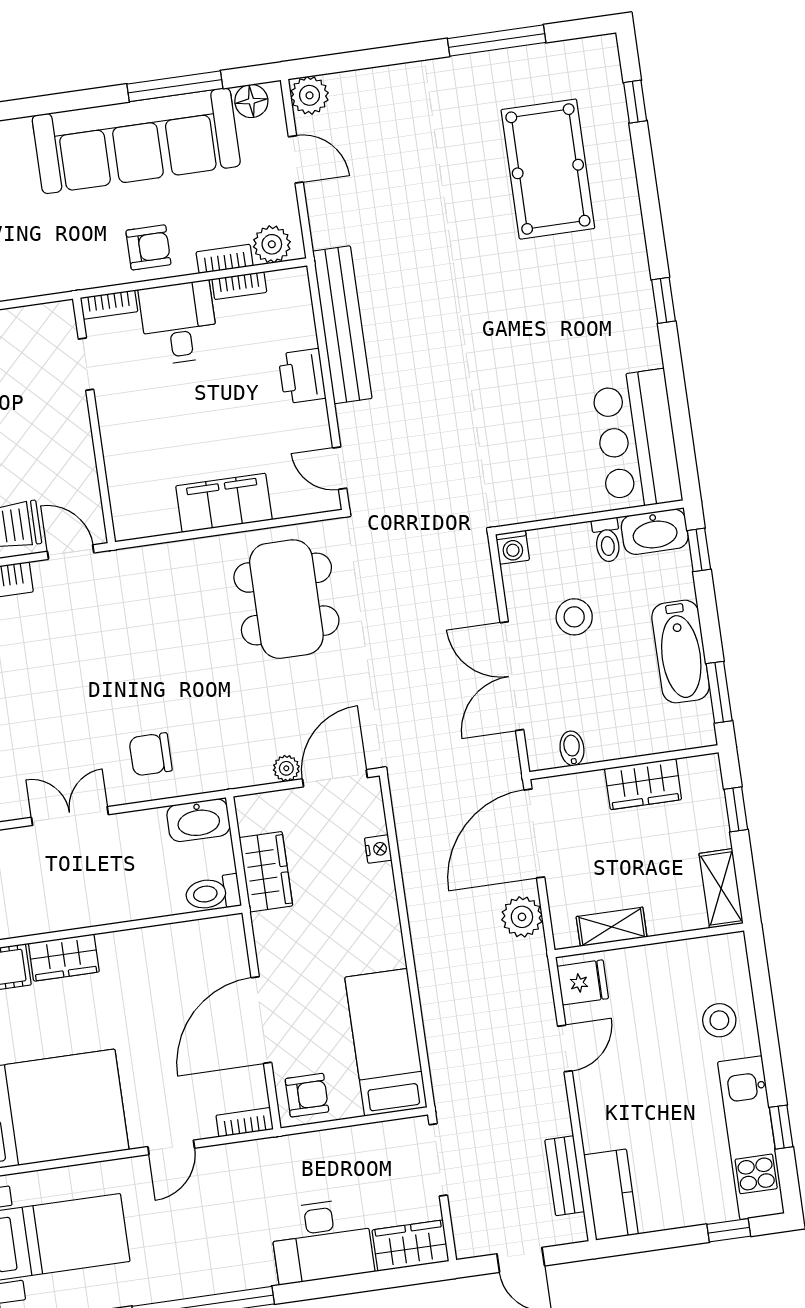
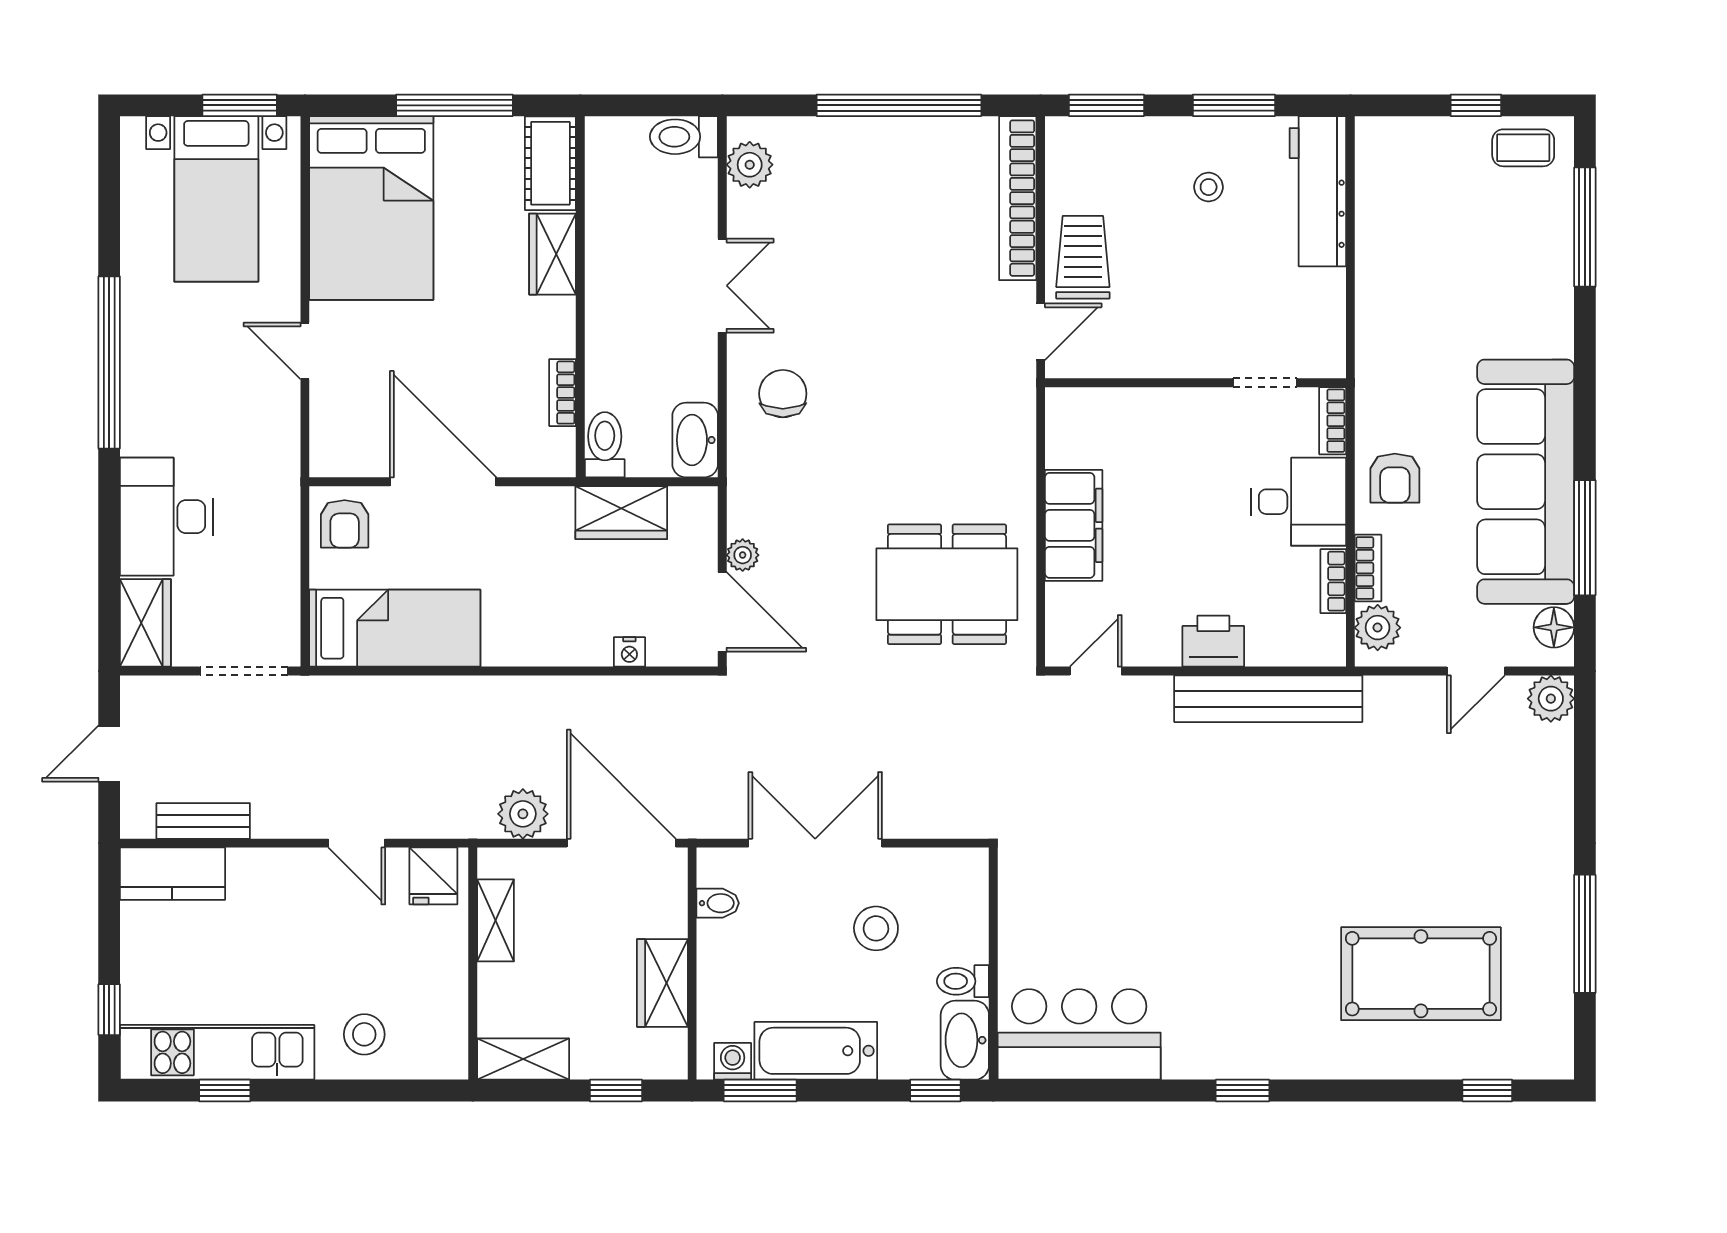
washing machine: (512, 547) -> (733, 1061), moved, turned 90
bookcase: (245, 1122) -> (563, 393), moved, turned 180

